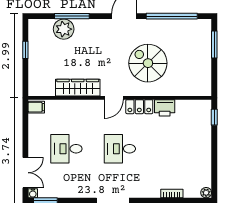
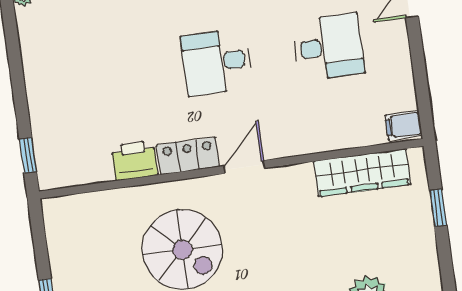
window: (25, 50) -> (438, 208), moved
wardrobe: (78, 88) -> (362, 173), moved
desk: (120, 149) -> (217, 62), turned 180

